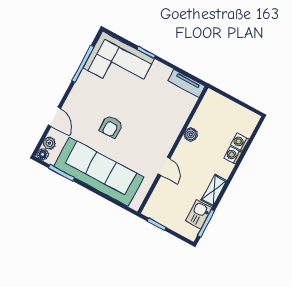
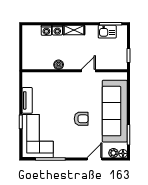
tv unit: (186, 84) -> (27, 100), moved
shelving: (214, 190) -> (74, 30), moved

